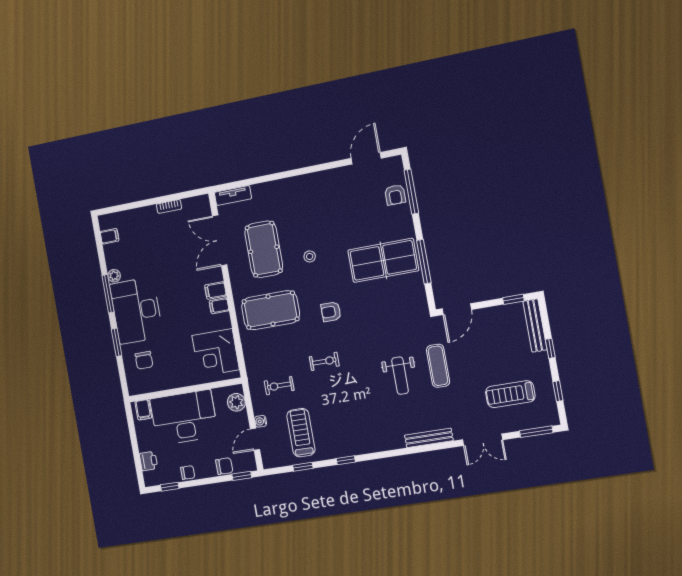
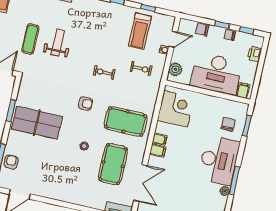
window: (424, 262) -> (11, 111), width x0.69
window: (117, 342) -> (247, 126), moved
window: (242, 476) -> (222, 25), moved

